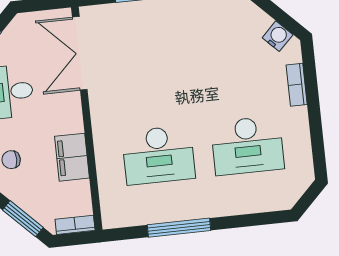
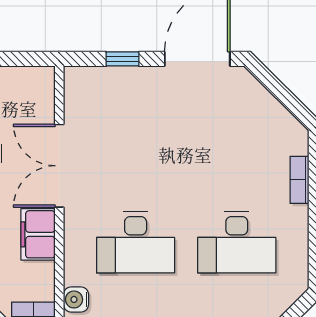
water cooler: (278, 36) -> (76, 299), moved, turned -135
double door: (80, 53) -> (59, 166), moved

